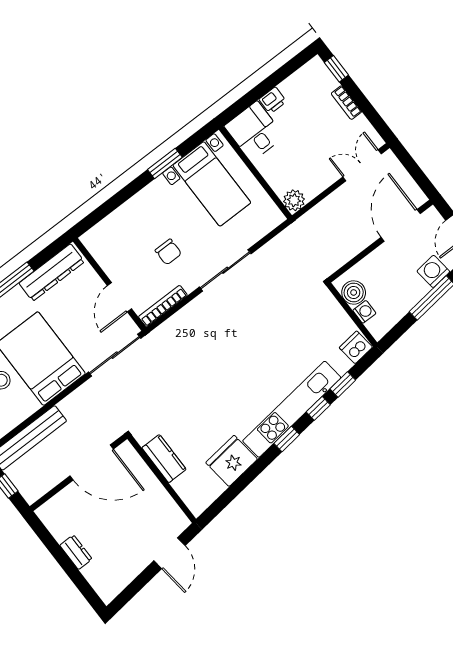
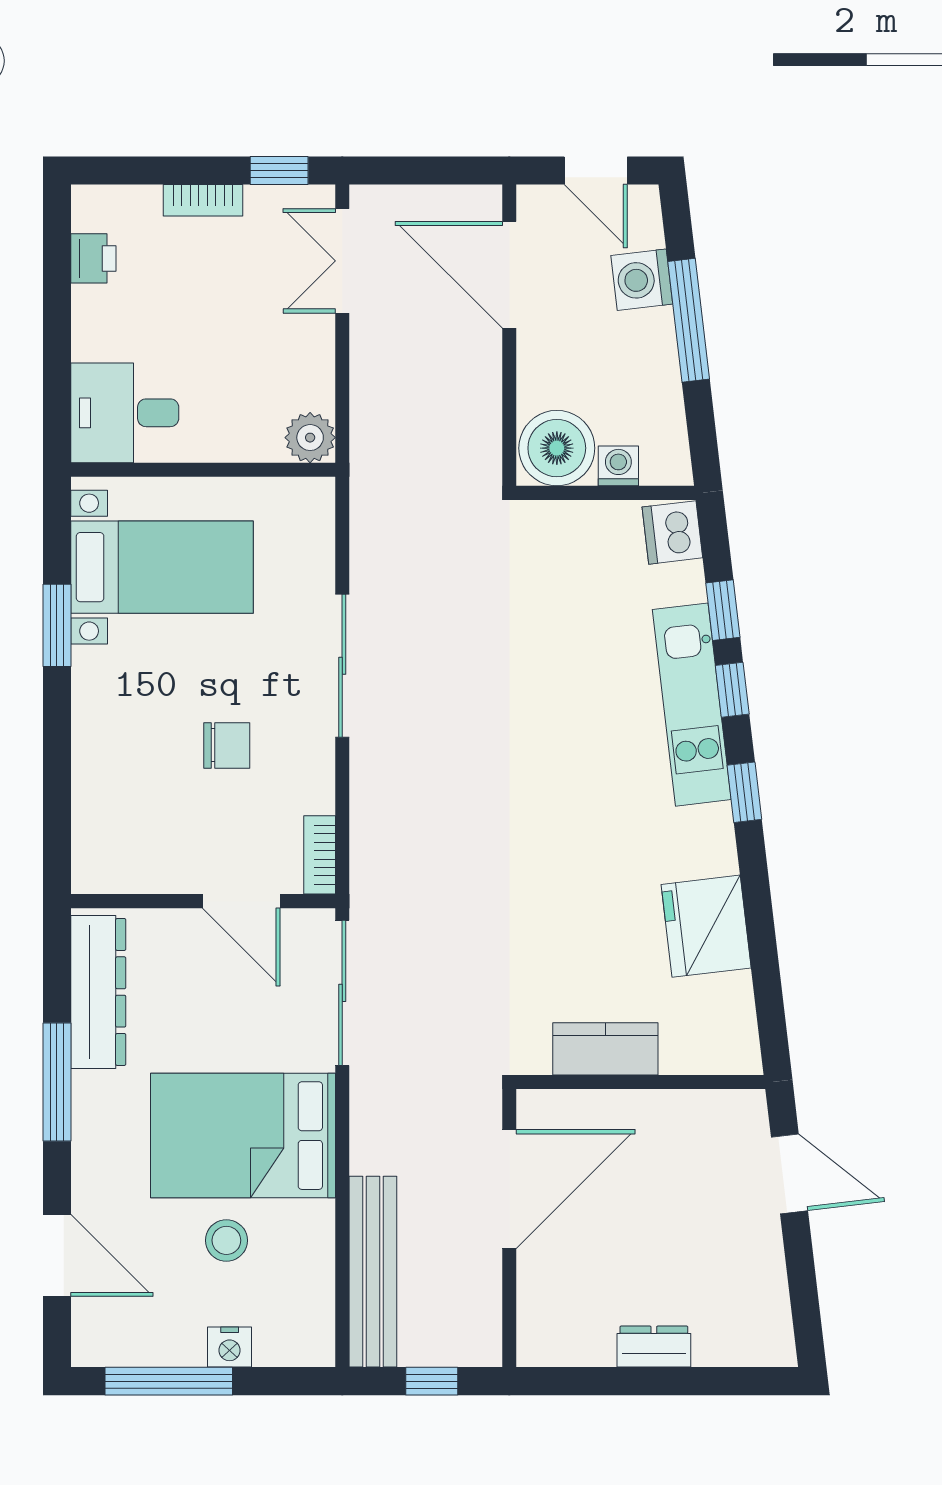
window: (336, 69) -> (279, 171), moved
printer: (273, 100) -> (93, 258), moved
boiler: (354, 292) -> (557, 448), width x1.37, depth x1.37
bookcase: (163, 306) -> (320, 855), width x0.64
kitchen unit: (292, 409) -> (692, 705), width x0.73

